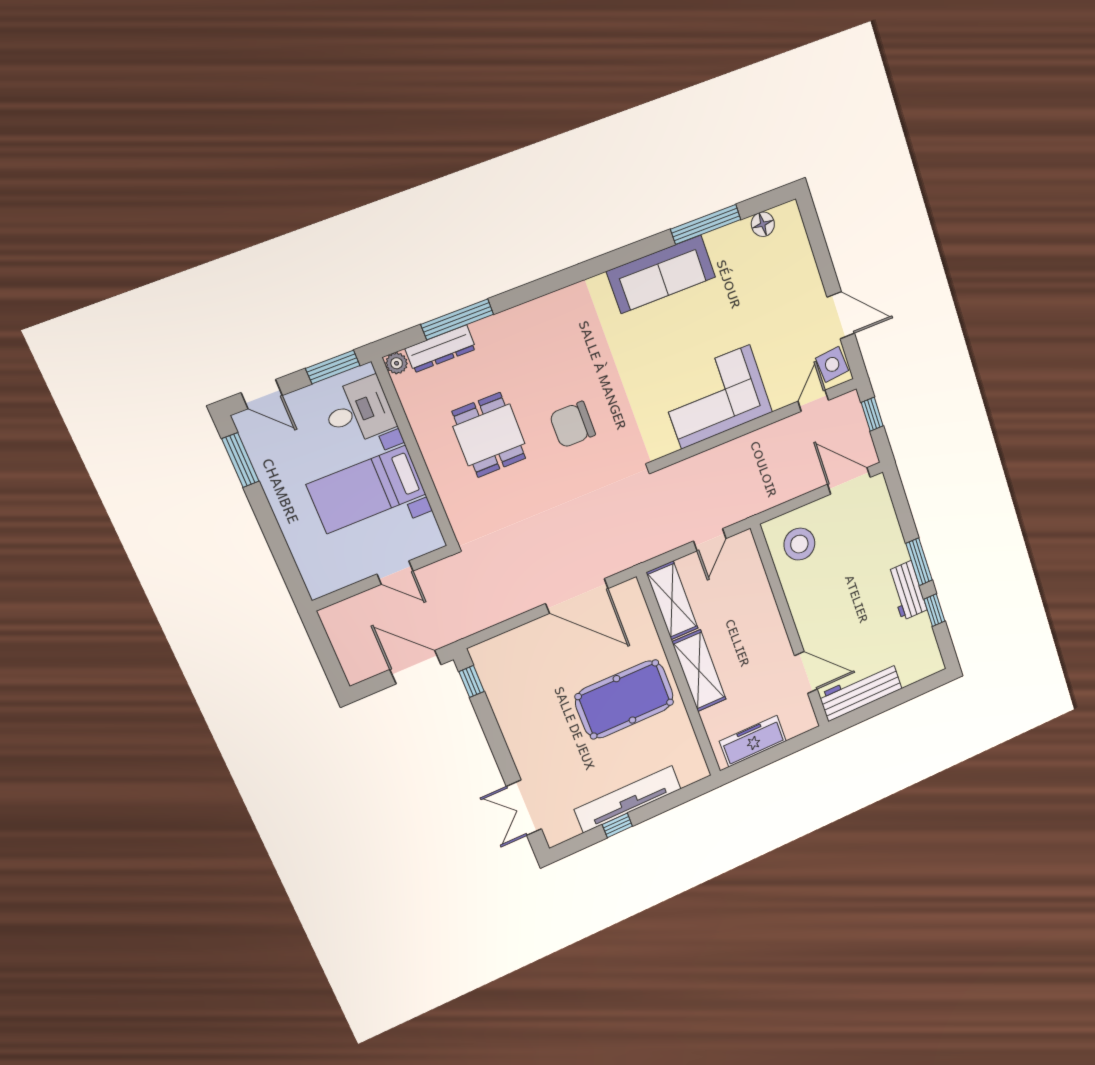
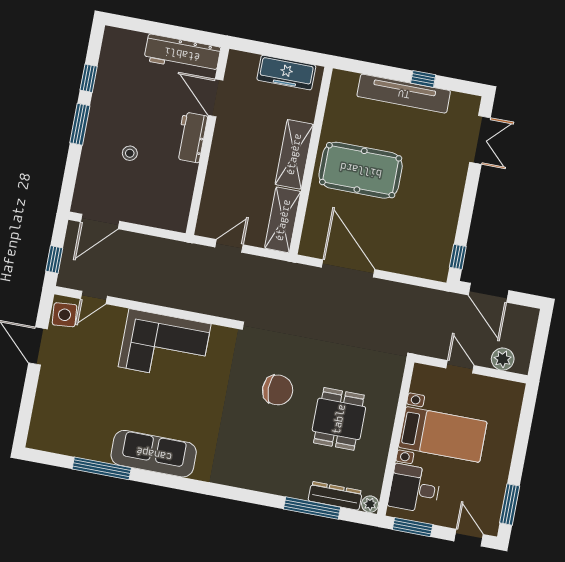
floor lamp: (763, 224) -> (60, 444), removed
door: (849, 481) -> (100, 222), hinge flipped
stool: (799, 544) -> (130, 153), moved, width x0.53, depth x0.53
workbench: (907, 591) -> (191, 137), moved, turned 180
plant: (355, 610) -> (503, 359), added

